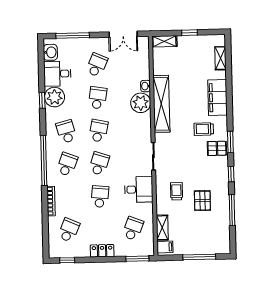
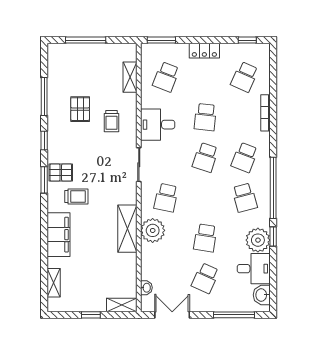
washbasin: (145, 86) -> (146, 288), moved
shelving: (161, 104) -> (127, 229), width x0.68
school desk: (98, 131) -> (166, 198), moved
window: (44, 160) -> (273, 188), moved
filing cabinet: (165, 247) -> (127, 53), removed

